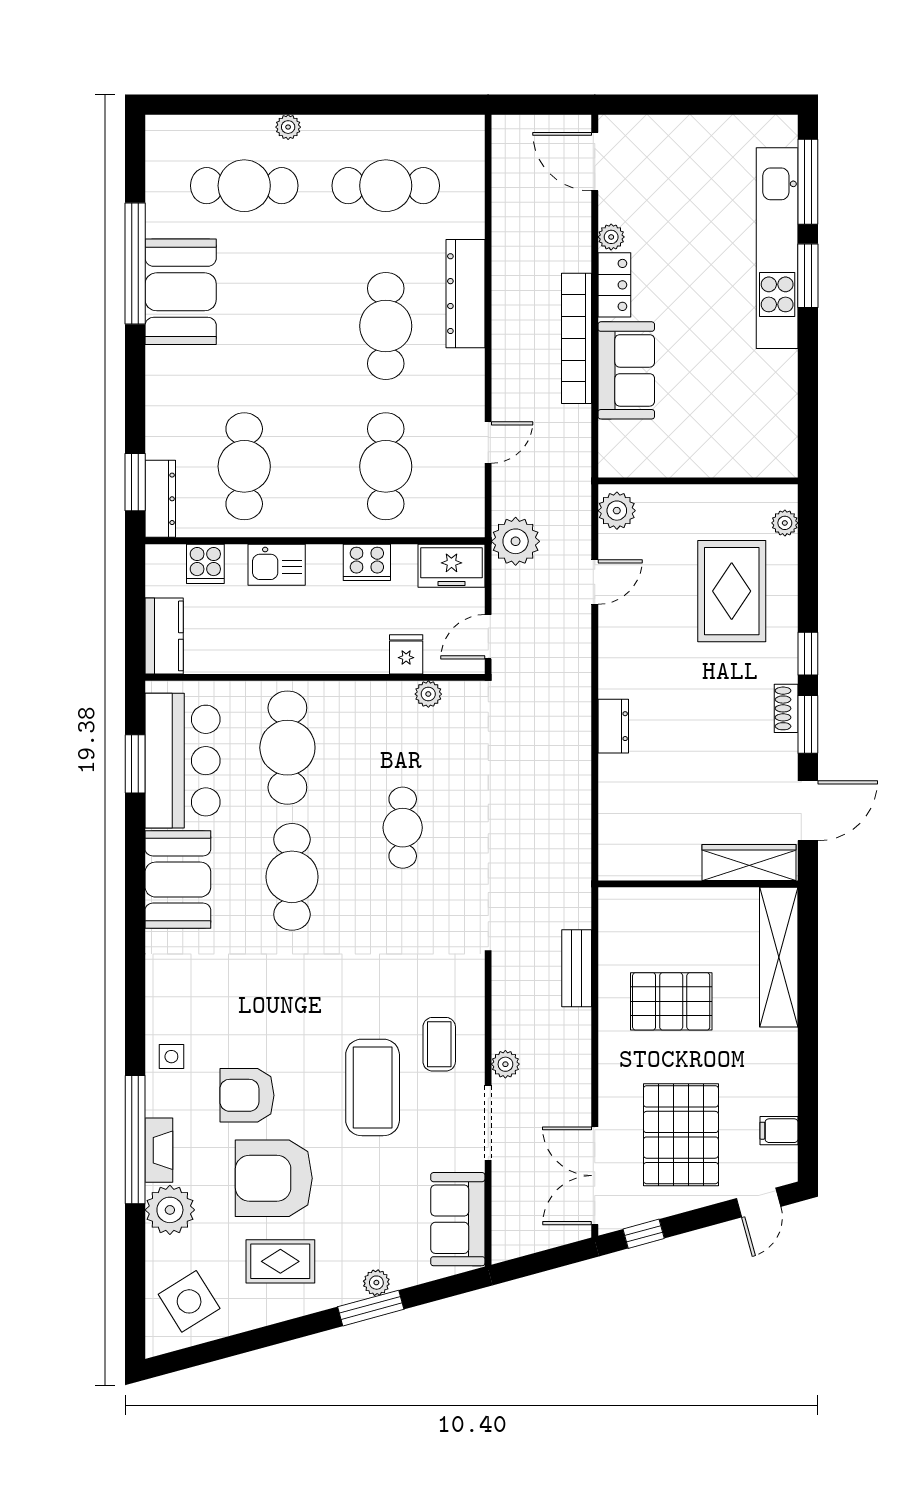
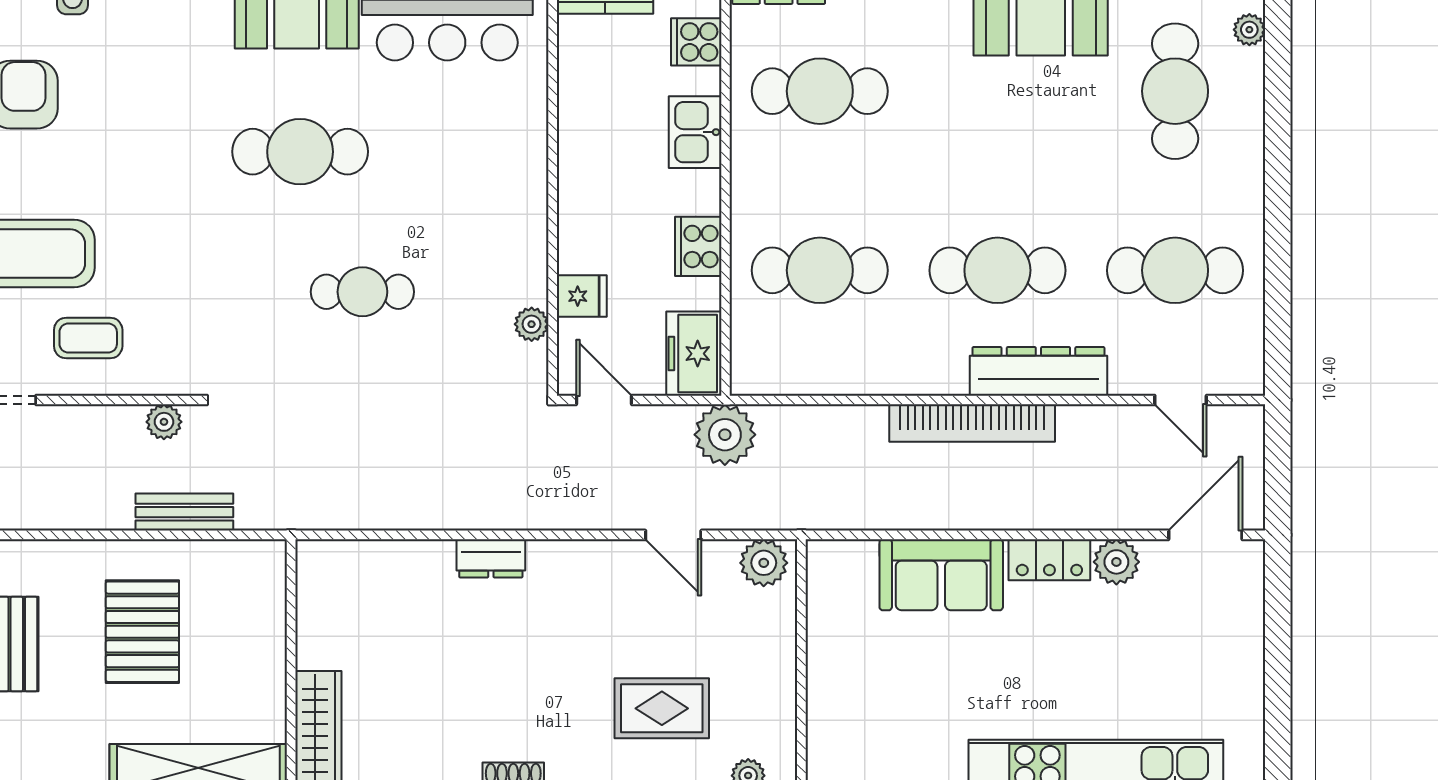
plant: (288, 127) -> (1249, 30), moved
cafe table: (386, 186) -> (1175, 270), turned 90
plant: (611, 237) -> (1116, 562), width x1.38, depth x1.38
bookcase: (577, 338) -> (972, 423), moved, turned 180
door: (488, 442) -> (1181, 400), moved
rug: (732, 591) -> (662, 708), width x0.73, depth x0.70
cafe table: (287, 748) -> (464, 146), removed
plant: (505, 1064) -> (164, 422), moved

